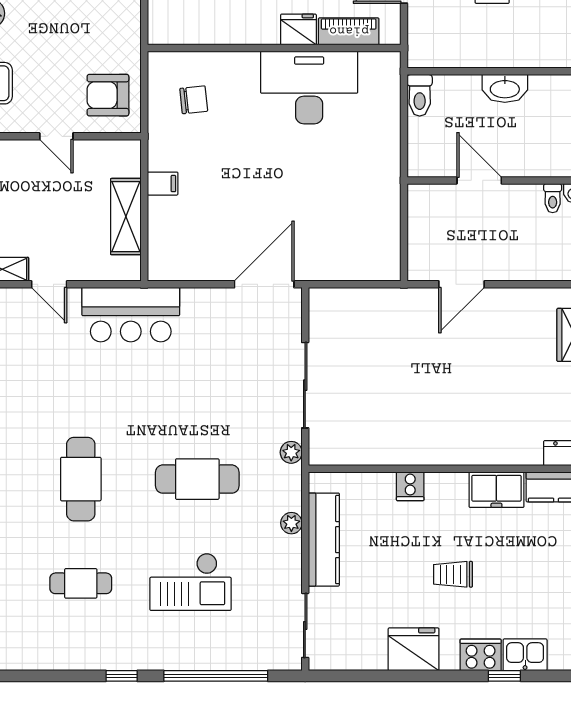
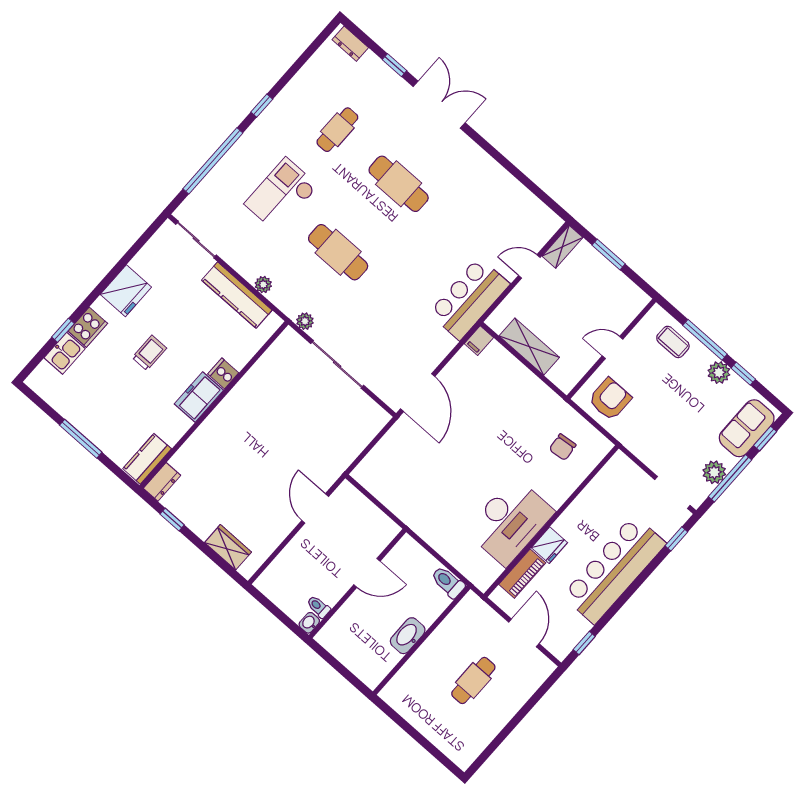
filing cabinet: (163, 184) -> (479, 341), moved
cafe table: (197, 479) -> (338, 252), turned 90
freezer: (496, 490) -> (199, 397), moved

